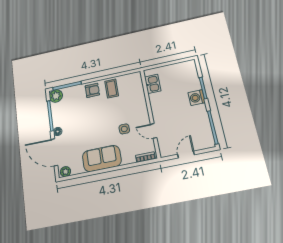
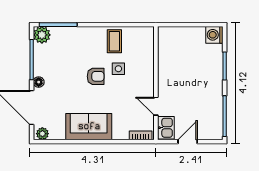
kitchen sink: (153, 84) -> (166, 128), moved
armchair: (92, 90) -> (96, 76), moved
washing machine: (197, 98) -> (214, 35), moved
side table: (124, 129) -> (118, 69), moved

